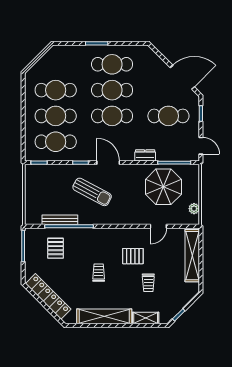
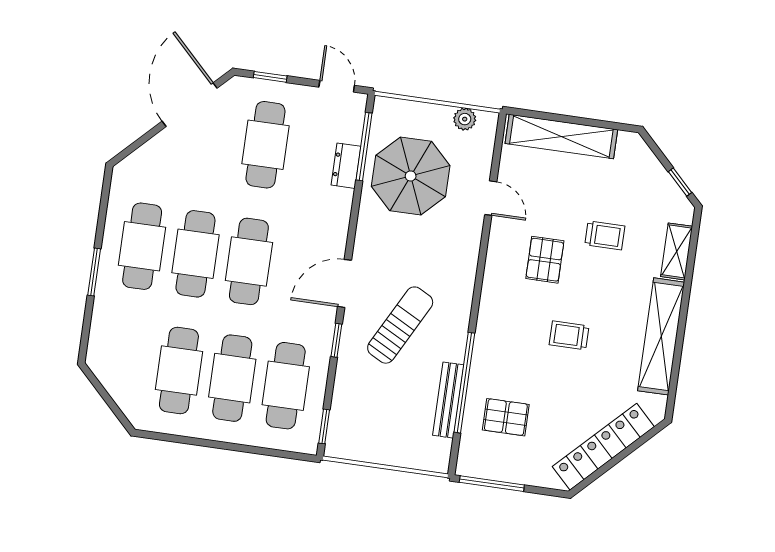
door: (201, 146) -> (337, 86), hinge flipped
dresser: (145, 155) -> (346, 166), moved

